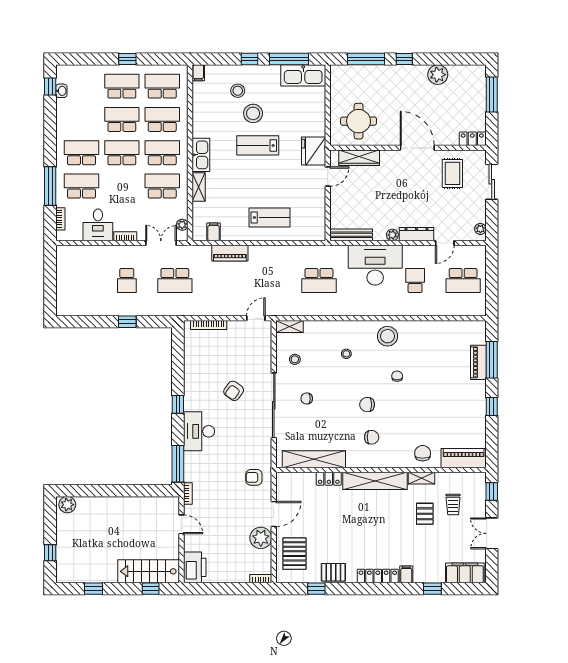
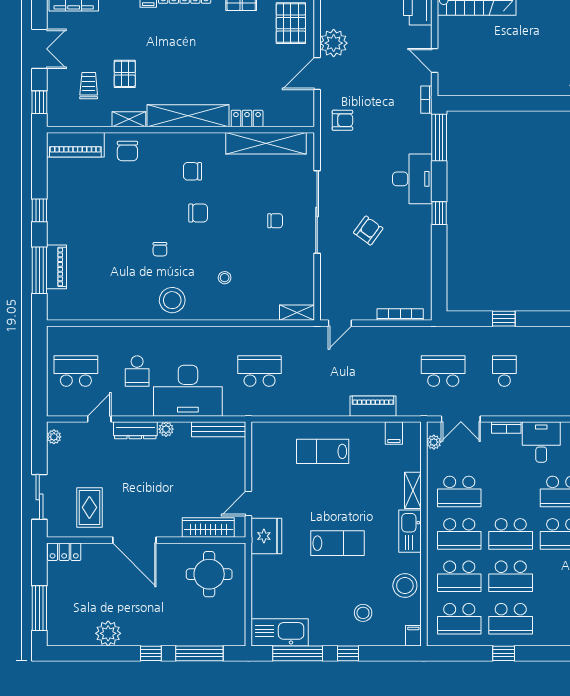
stool: (253, 113) -> (405, 586), moved
stool: (295, 359) -> (290, 271), removed

